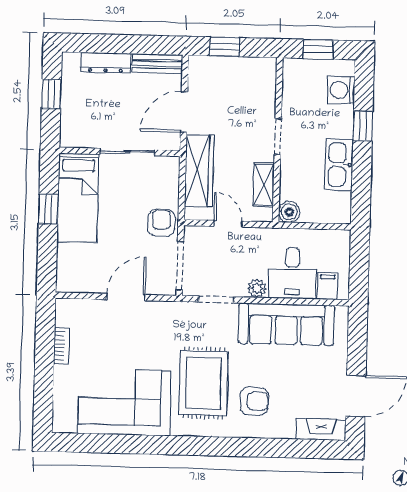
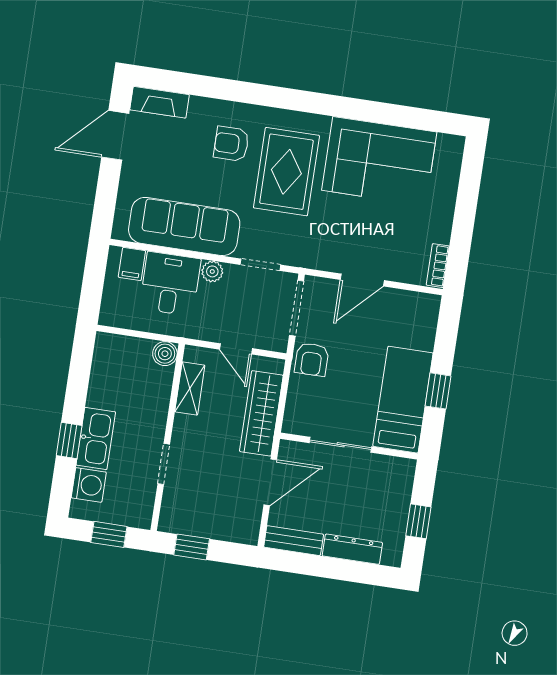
window: (224, 47) -> (192, 547), moved
doorway: (278, 137) -> (164, 464), moved
kitchen sink: (339, 165) -> (96, 438), moved
bookcase: (61, 346) -> (438, 266), moved

